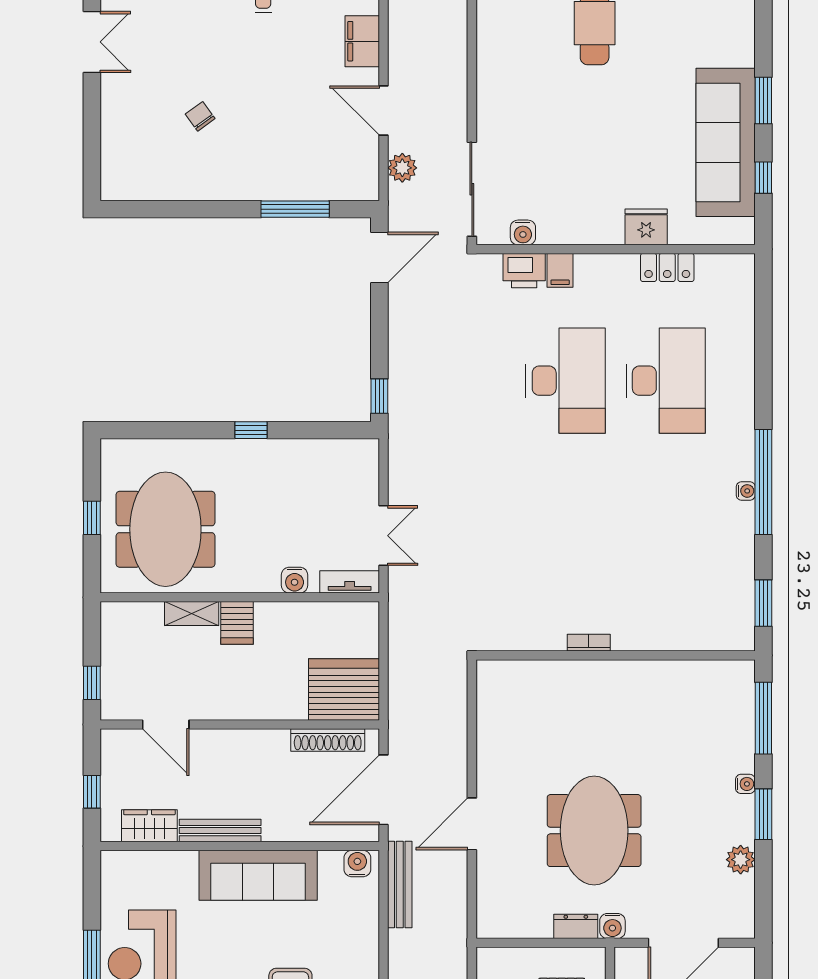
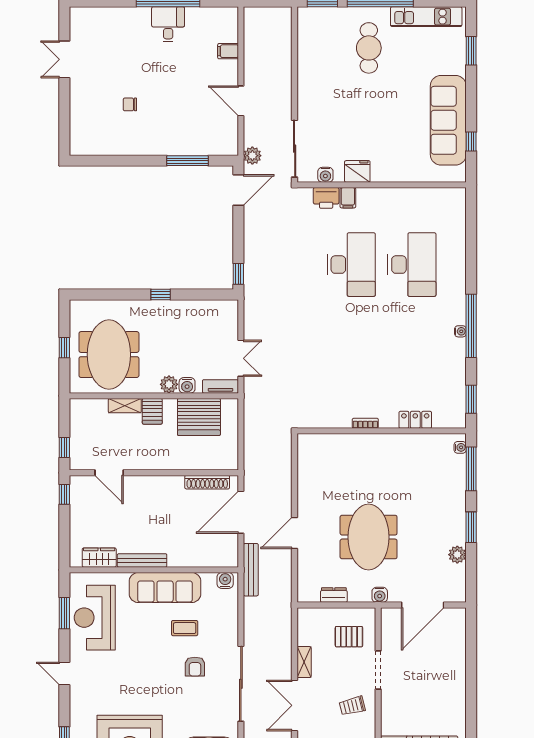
filing cabinet: (362, 41) -> (228, 51), width x0.50
double door: (92, 42) -> (64, 59), swing flipped
window: (763, 101) -> (471, 51), moved
chair: (200, 116) -> (130, 104), turned -54
plant: (402, 168) -> (252, 156), moved
fridge: (646, 227) -> (357, 171), moved
locker: (667, 267) -> (415, 420), moved, turned 180
plant: (265, 579) -> (169, 384), added
server rack: (344, 689) -> (199, 417), moved, turned 180
water cooler: (745, 784) -> (460, 447), moved
window: (92, 792) -> (64, 494), moved
wardrobe: (149, 826) -> (99, 558), moved
bench: (220, 831) -> (142, 560), moved
wall: (240, 846) -> (154, 570), moved
water cooler: (357, 864) -> (225, 580), moved
sofa: (258, 875) -> (165, 588), moved
dresser: (576, 926) -> (334, 595), moved

